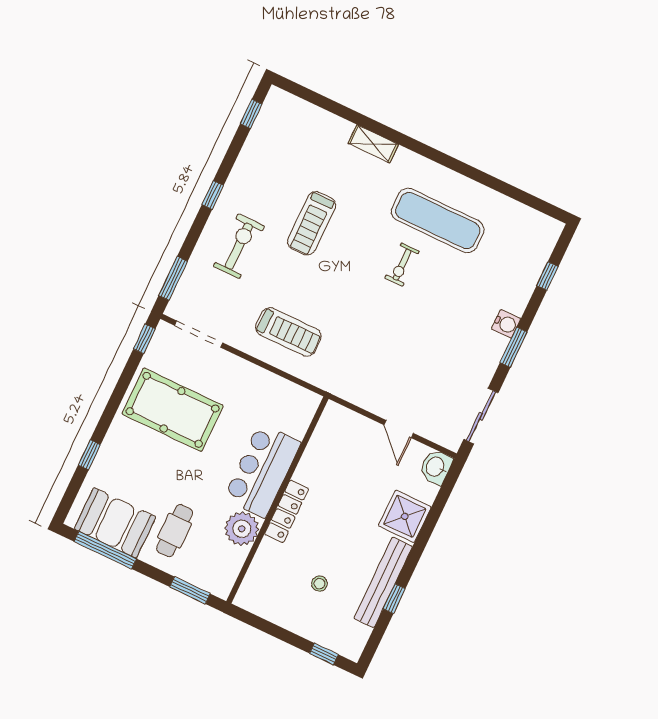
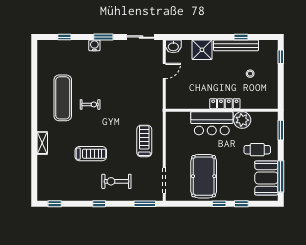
window: (144, 339) -> (219, 204), moved

